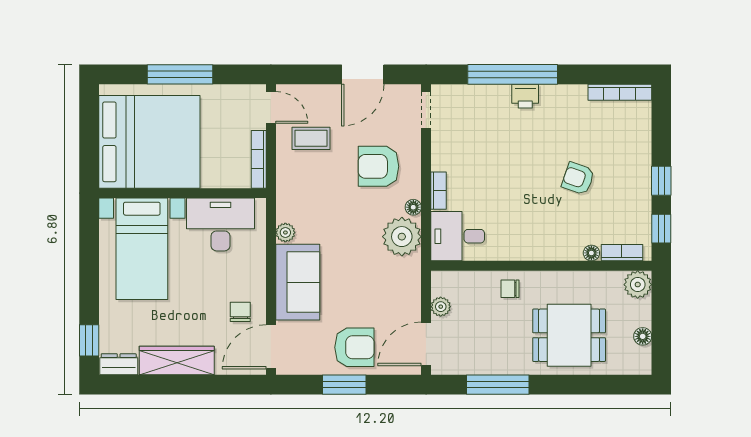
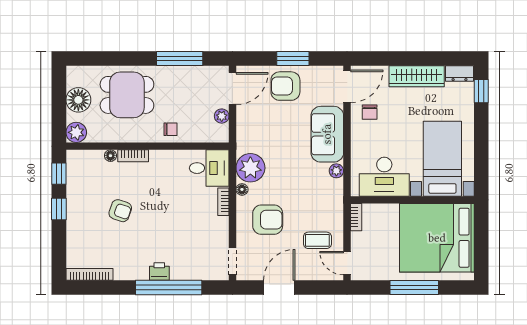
bookcase: (259, 159) -> (356, 217), width x0.64
bookcase: (622, 253) -> (133, 156), moved
floor lamp: (643, 336) -> (78, 100), width x1.89, depth x1.89

